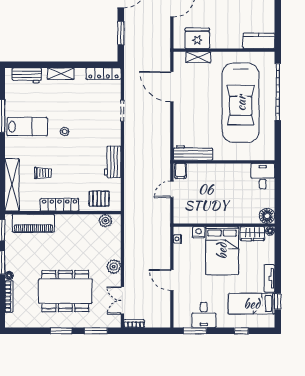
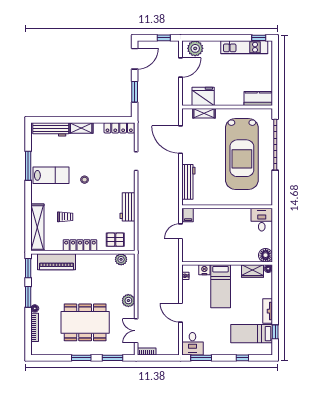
workbench: (27, 75) -> (51, 129), width x1.38
workbench: (193, 153) -> (188, 182), moved, turned 90
bed: (222, 251) -> (221, 286), width x0.67
desk: (204, 315) -> (192, 344), moved

